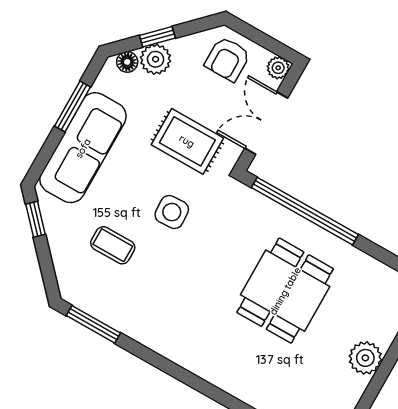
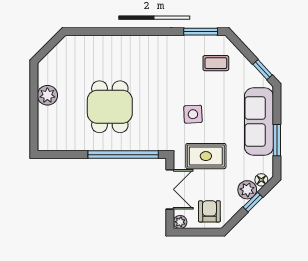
coffee table: (113, 245) -> (216, 63), moved

